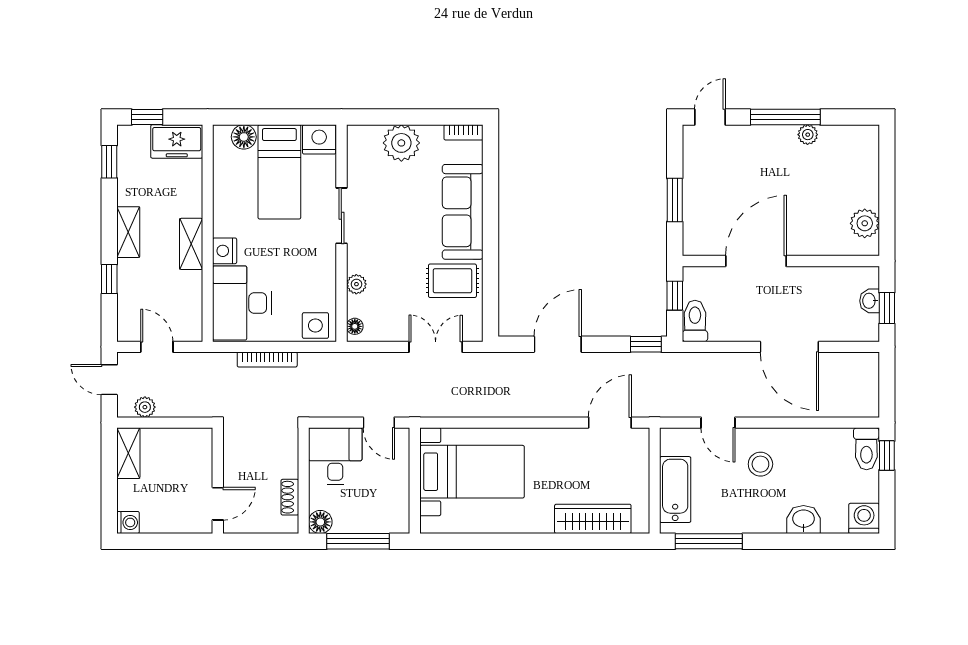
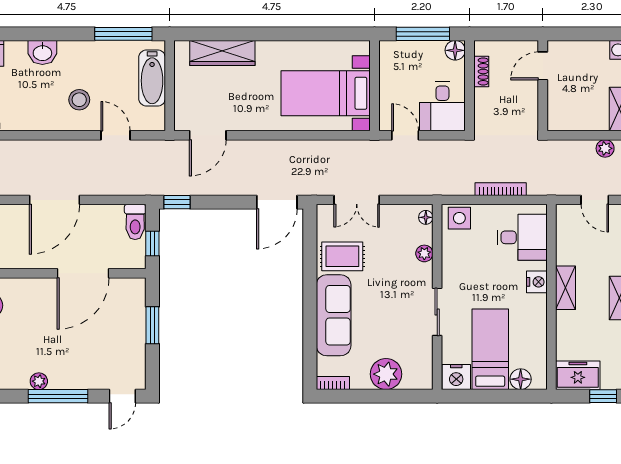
desk: (242, 303) -> (522, 237), width x0.73
door: (558, 344) -> (277, 202), moved
door: (789, 347) -> (55, 200), swing flipped

